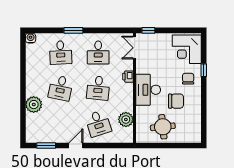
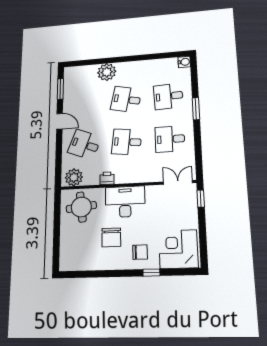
printer: (128, 77) -> (107, 178), moved
plant: (126, 119) -> (74, 177), moved
desk: (98, 123) -> (85, 145), turned 39
round table: (163, 127) -> (81, 207), moved

